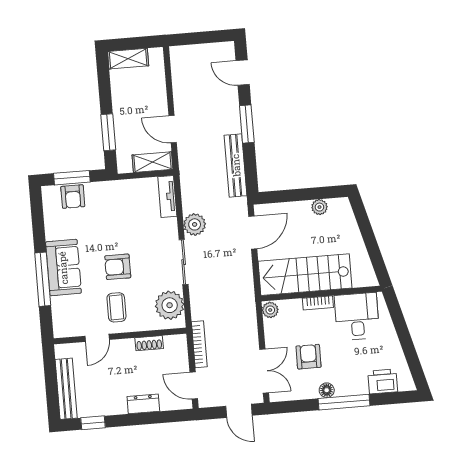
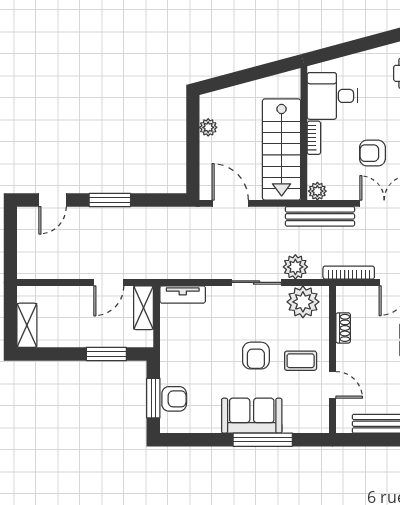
bench: (236, 165) -> (320, 216), moved
plant: (195, 224) -> (295, 267), moved

